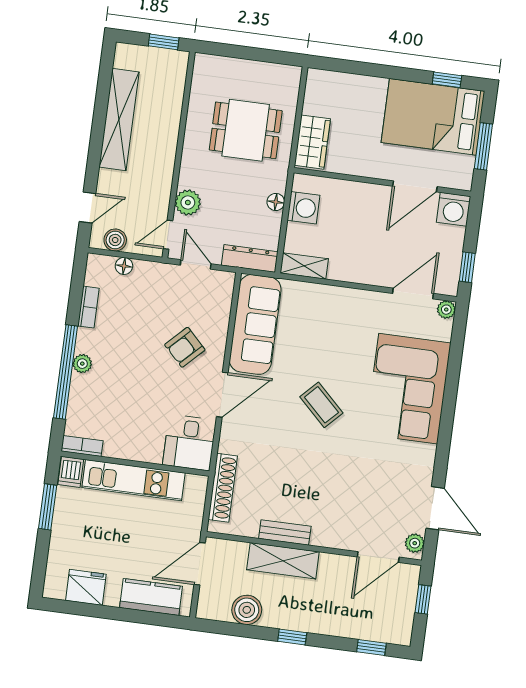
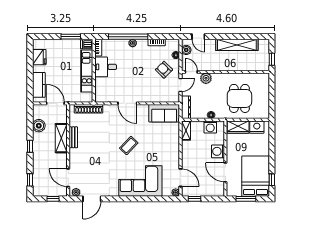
nightstand: (318, 98) -> (257, 127), added
washing machine: (454, 209) -> (218, 151), moved
sofa: (255, 324) -> (164, 113), width x0.73
armchair: (185, 347) -> (164, 70), moved
desk: (189, 443) -> (106, 67), moved

